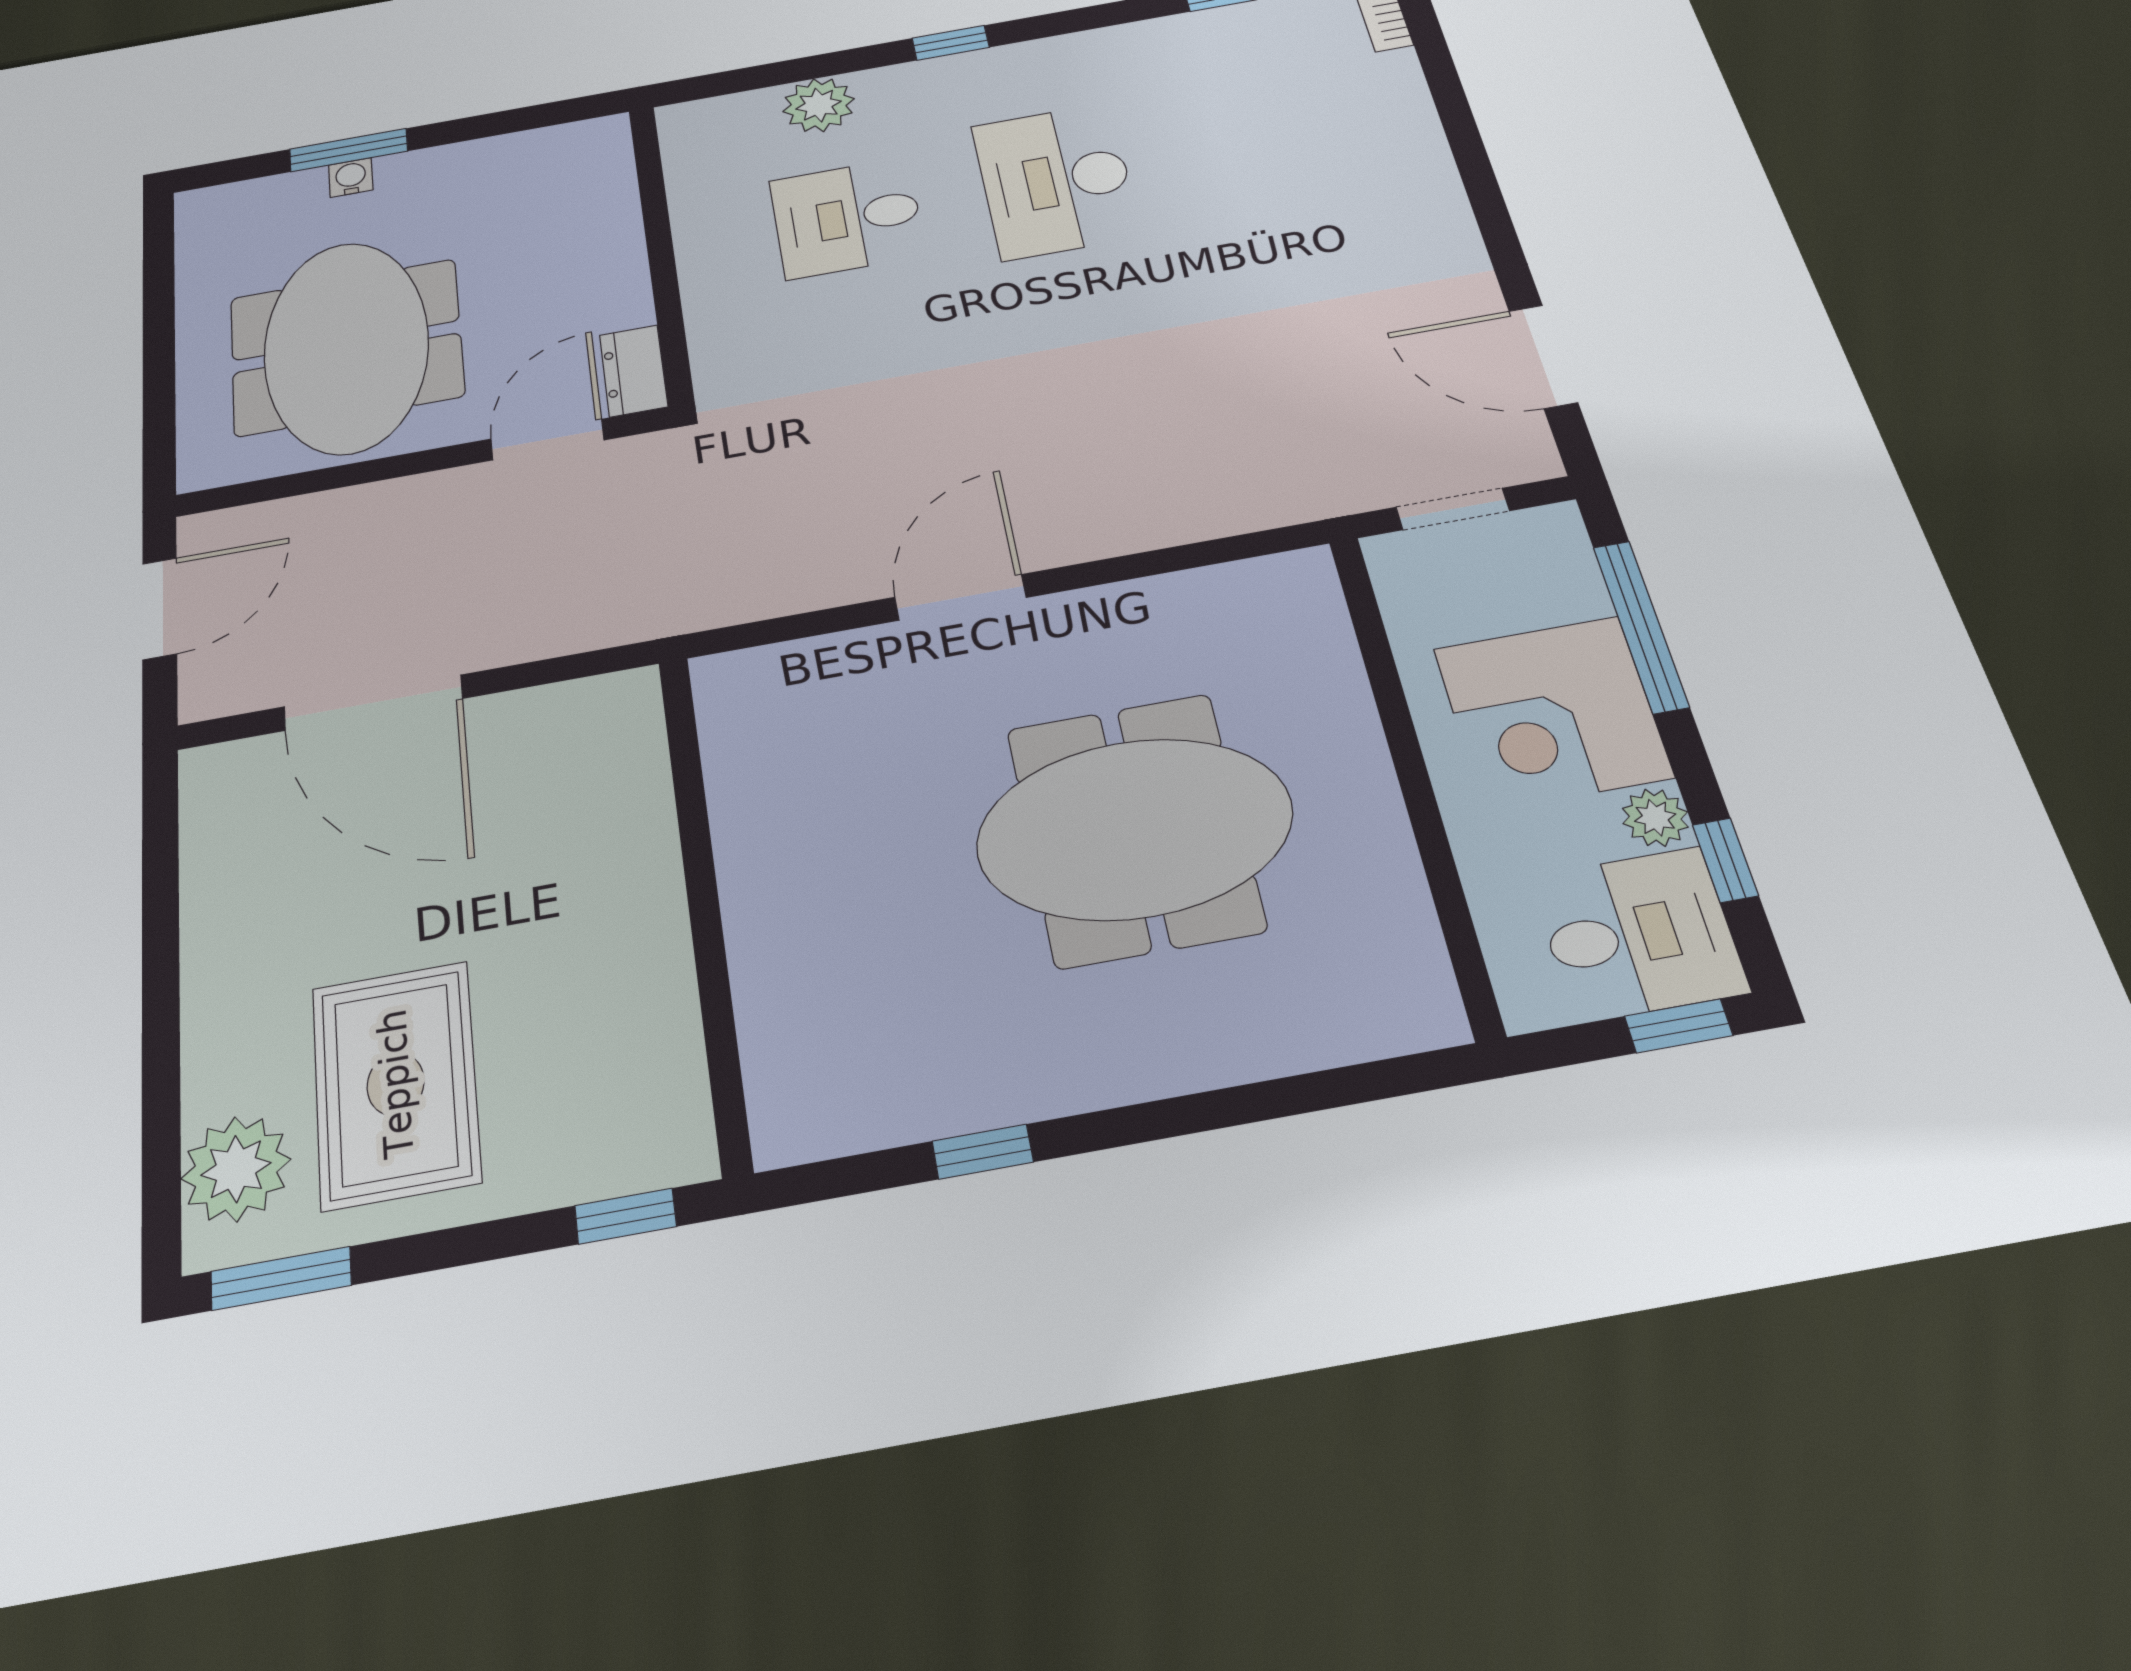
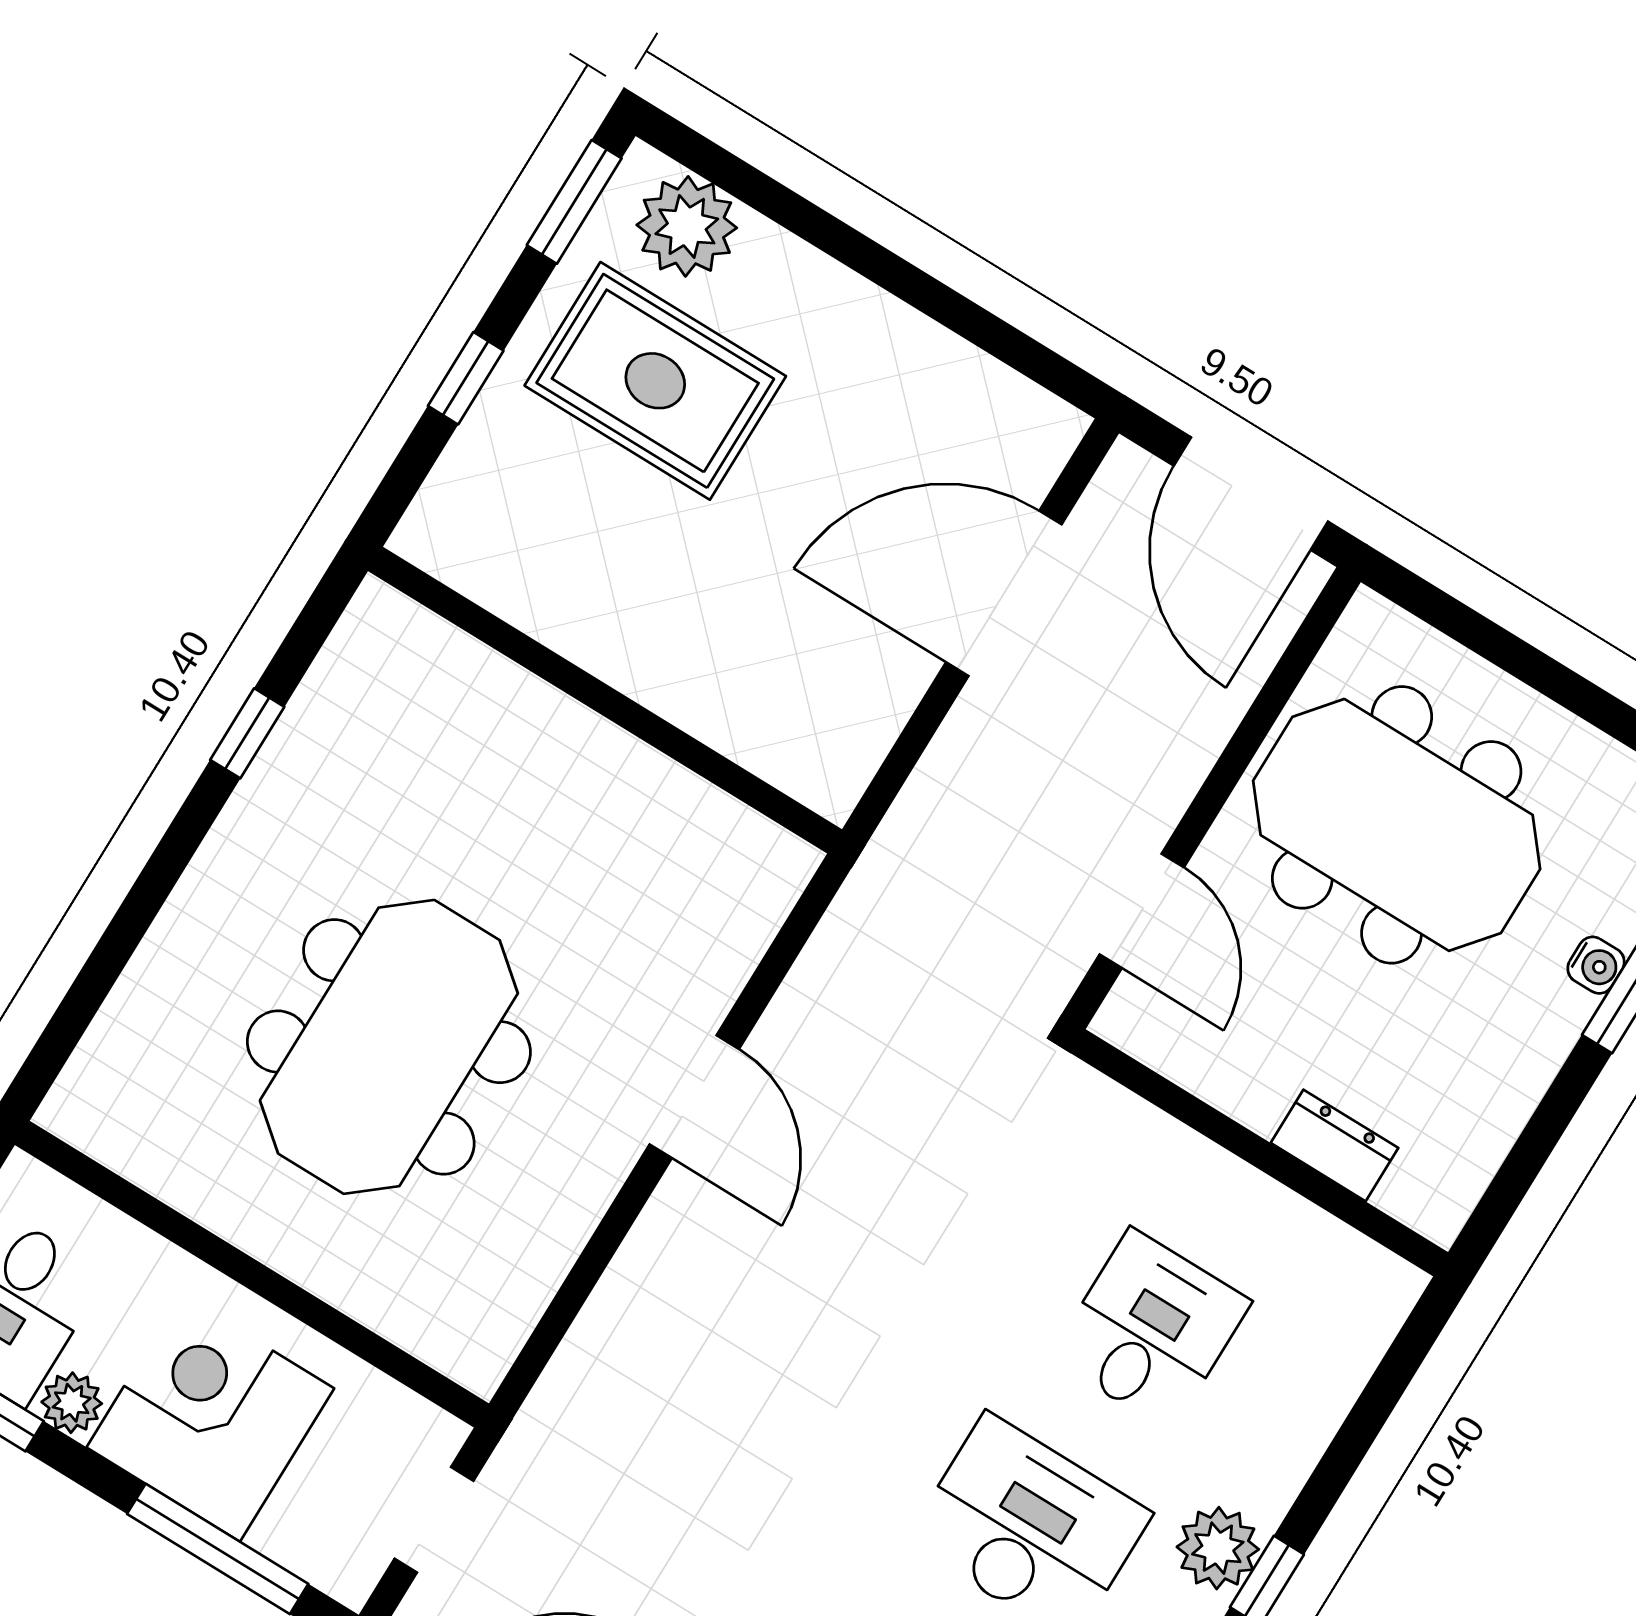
plant: (819, 105) -> (1218, 1548), moved
dresser: (634, 371) -> (1334, 1145), moved
door: (160, 608) -> (1251, 494), width x1.36
window: (626, 1216) -> (466, 378), moved

